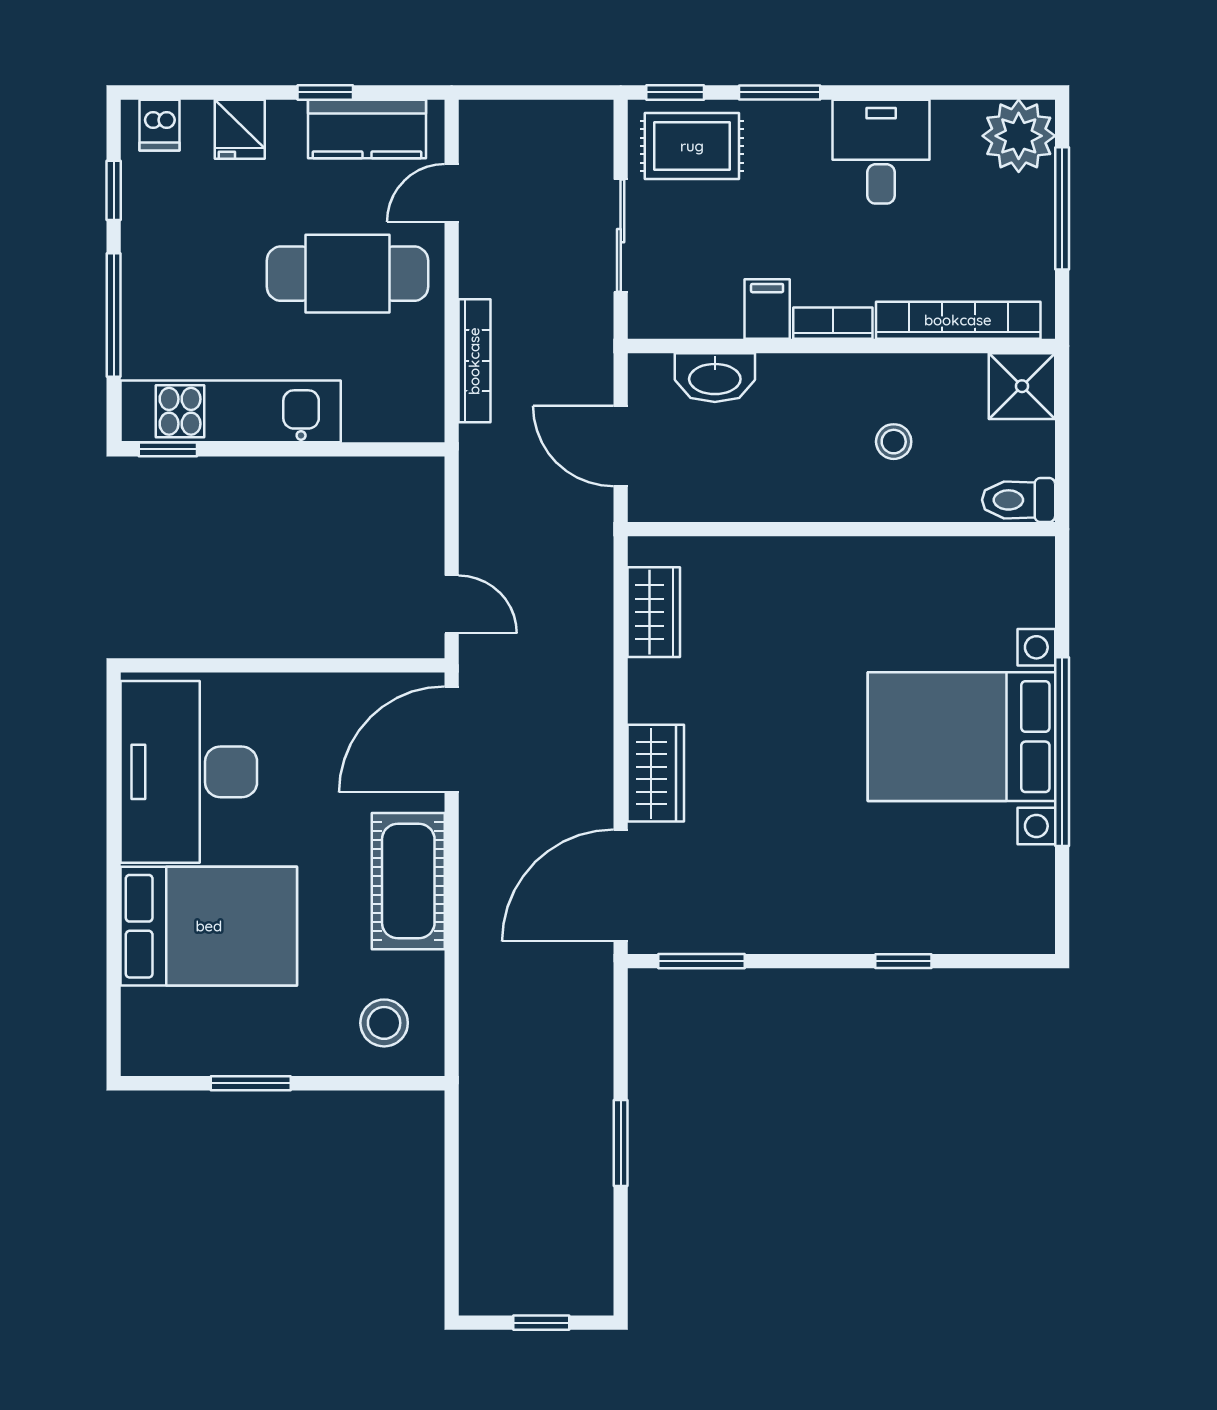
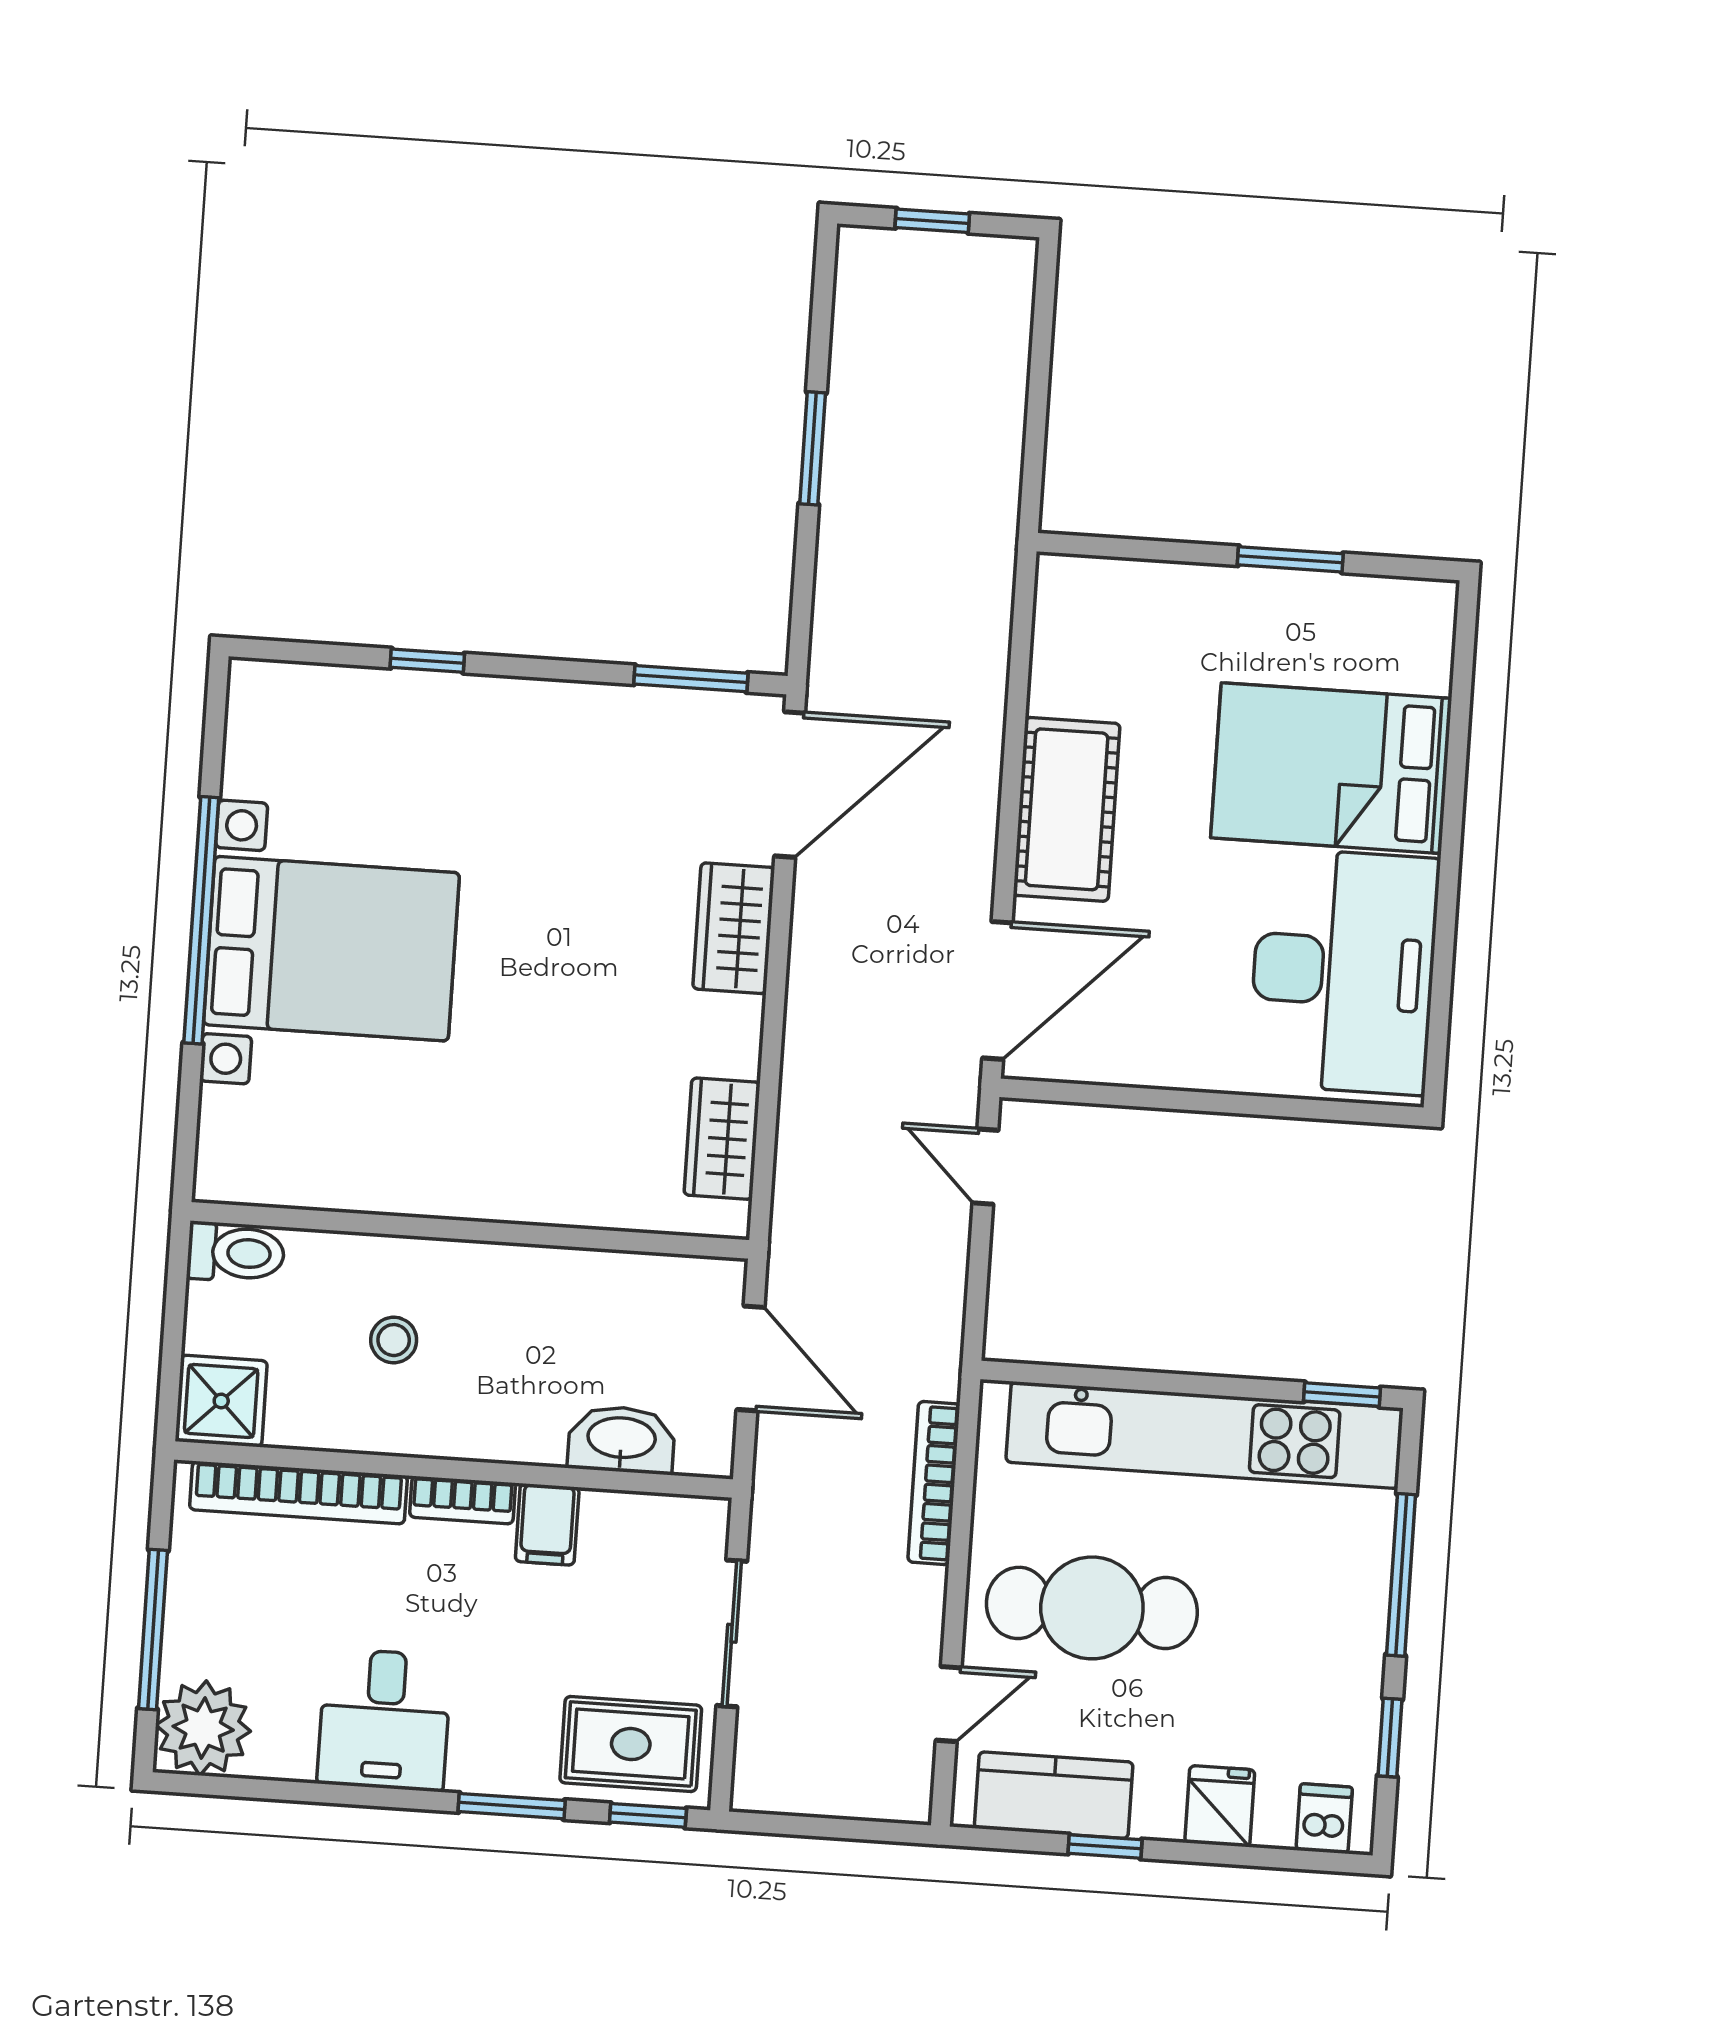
kitchen unit: (231, 411) -> (1205, 1435), width x1.36
stool: (384, 1023) -> (1111, 626), removed

